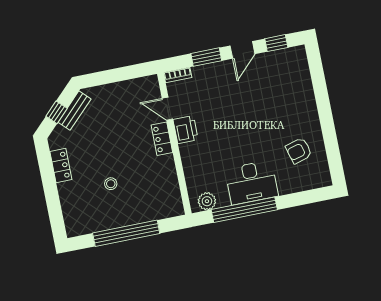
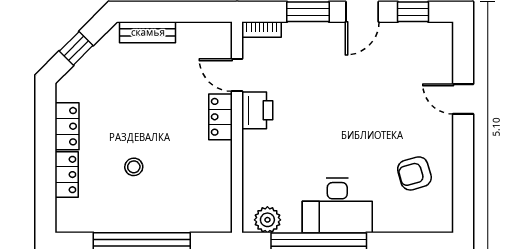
door: (321, 95) -> (463, 99), added
bench: (74, 111) -> (148, 32), moved, turned 45
locker: (67, 198) -> (67, 175), added

